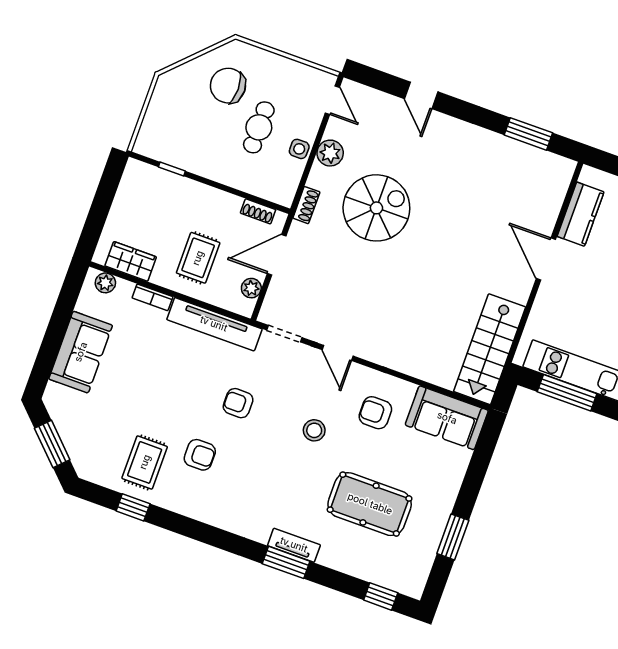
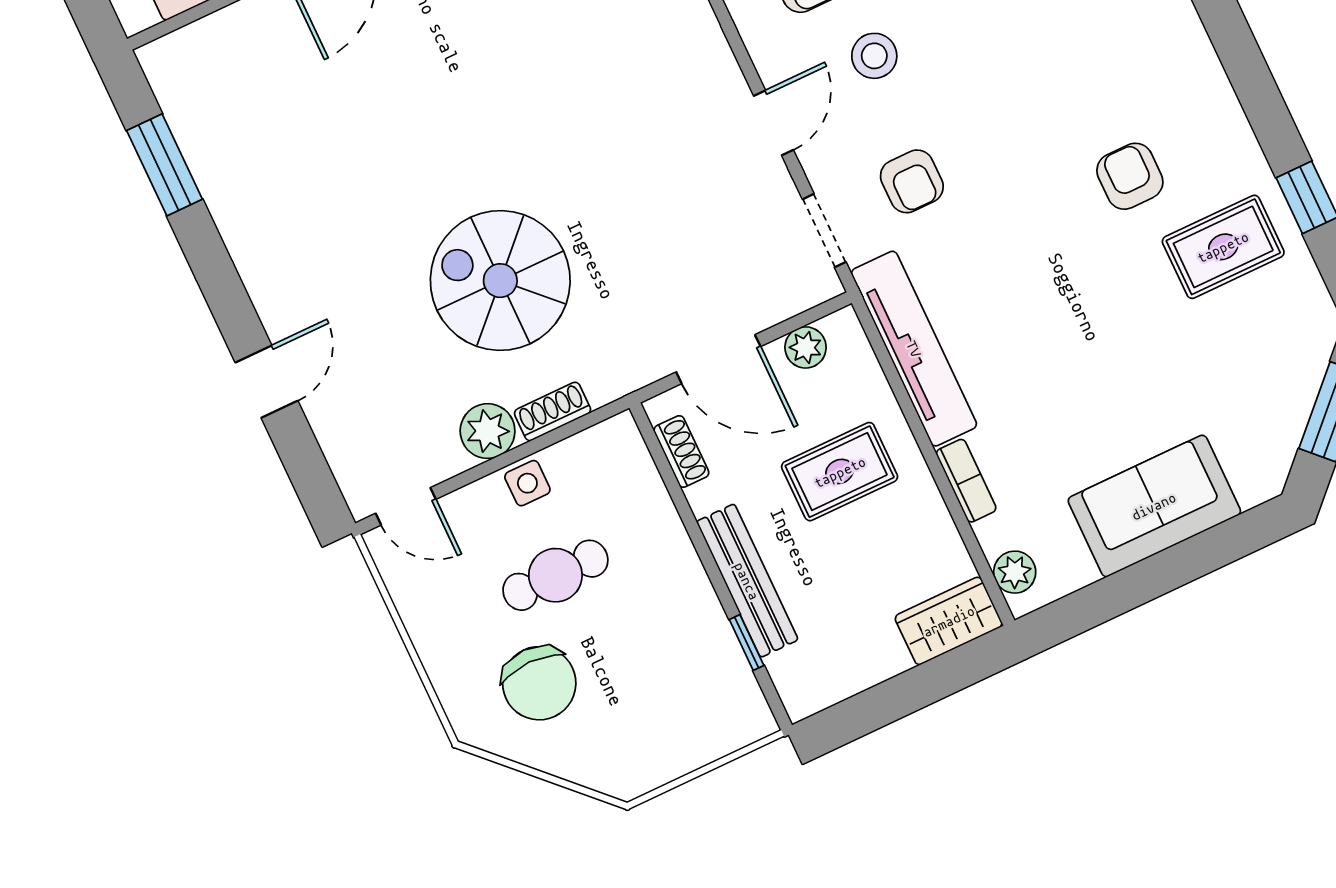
door: (332, 100) -> (406, 506), swing flipped
bench: (192, 190) -> (747, 581), added
shoe rack: (306, 205) -> (553, 411), moved
wardrobe: (131, 261) -> (949, 621), moved, turned 90
armchair: (238, 403) -> (912, 181), moved
stool: (314, 430) -> (874, 56), moved

